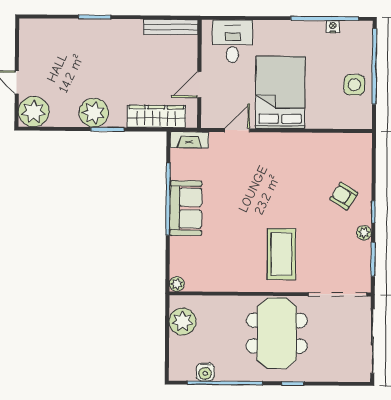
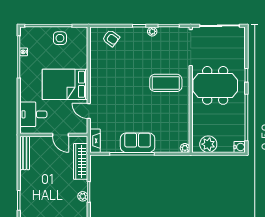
plant: (94, 113) -> (83, 196), width x0.53, depth x0.53
armchair: (344, 196) -> (111, 38), moved, turned -86
water cooler: (205, 372) -> (240, 147), moved

